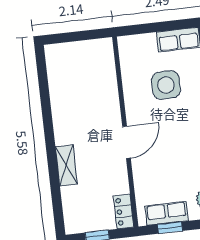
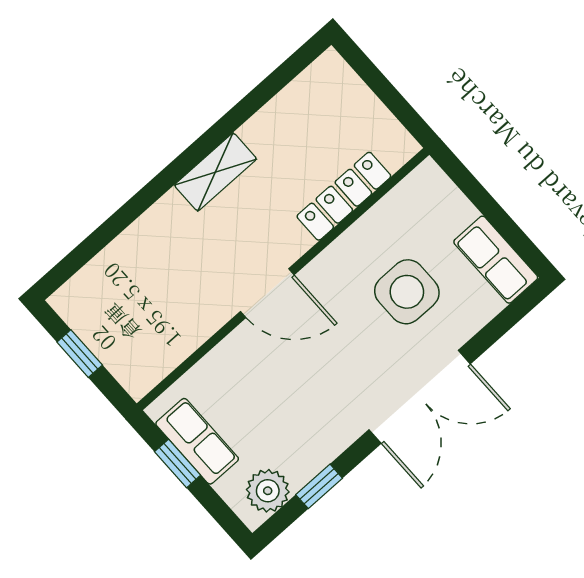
shelving: (66, 165) -> (215, 172), moved
locker: (124, 211) -> (344, 196), moved, width x1.53

